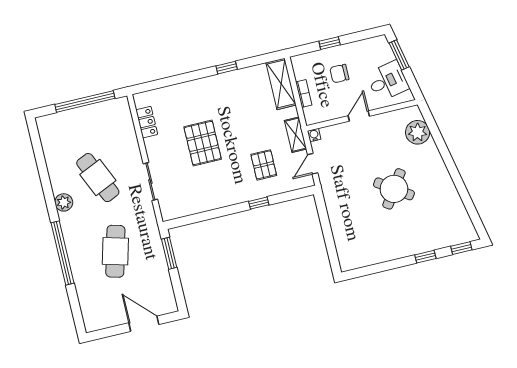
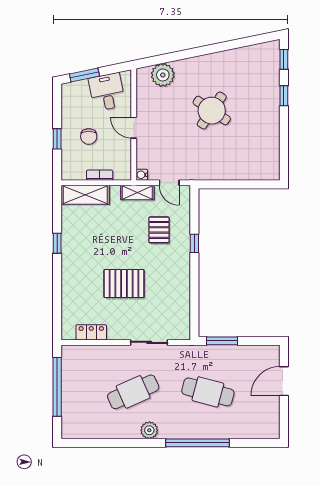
pallet: (264, 165) -> (159, 230), turned 90

